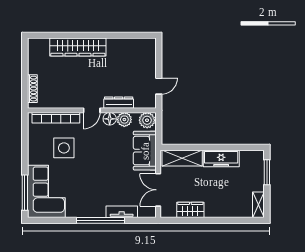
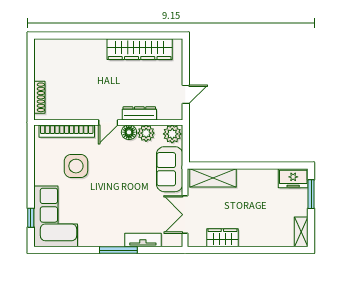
wardrobe: (78, 47) -> (140, 49), moved
freezer: (221, 158) -> (293, 178), moved, width x0.71
window: (25, 193) -> (31, 218), width x0.46
window: (101, 220) -> (118, 250), width x0.68

